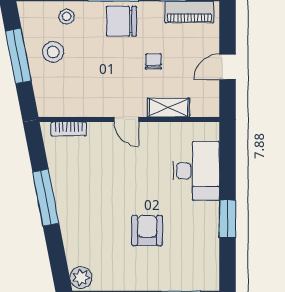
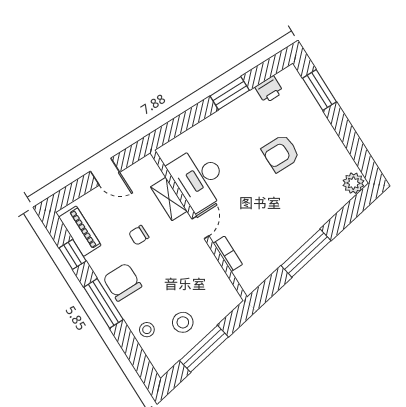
chair: (122, 21) -> (122, 282), turned 180
bookcase: (69, 129) -> (228, 254), moved
desk: (196, 171) -> (199, 178), moved, turned -90
printer: (209, 255) -> (269, 90), added

